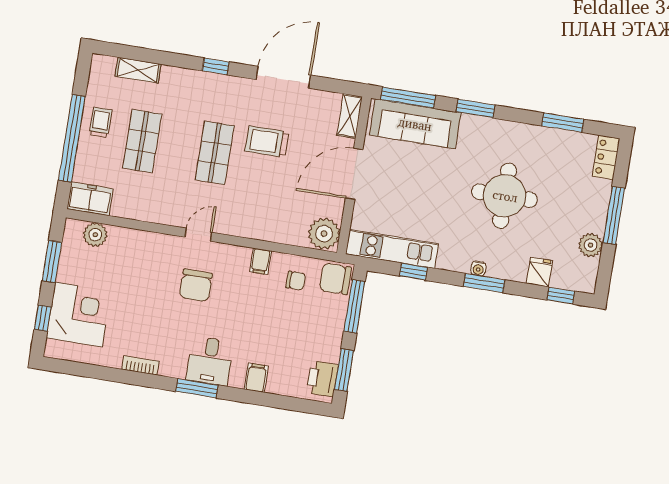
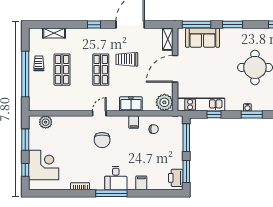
sofa: (415, 124) -> (203, 38), width x0.73
freezer: (90, 199) -> (131, 104), moved
chair: (335, 279) -> (174, 125), removed
window: (197, 388) -> (111, 193), width x1.44

